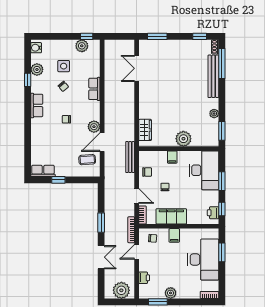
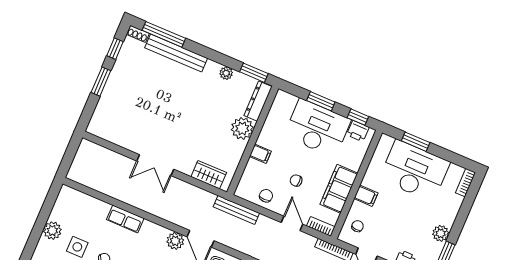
window: (87, 36) -> (51, 199), removed
window: (157, 36) -> (101, 82), moved
plant: (82, 46) -> (52, 231), moved
double door: (137, 68) -> (155, 165), moved
dresser: (205, 141) -> (258, 101), added
desk: (204, 170) -> (317, 128), moved
door: (137, 196) -> (292, 223), hinge flipped

